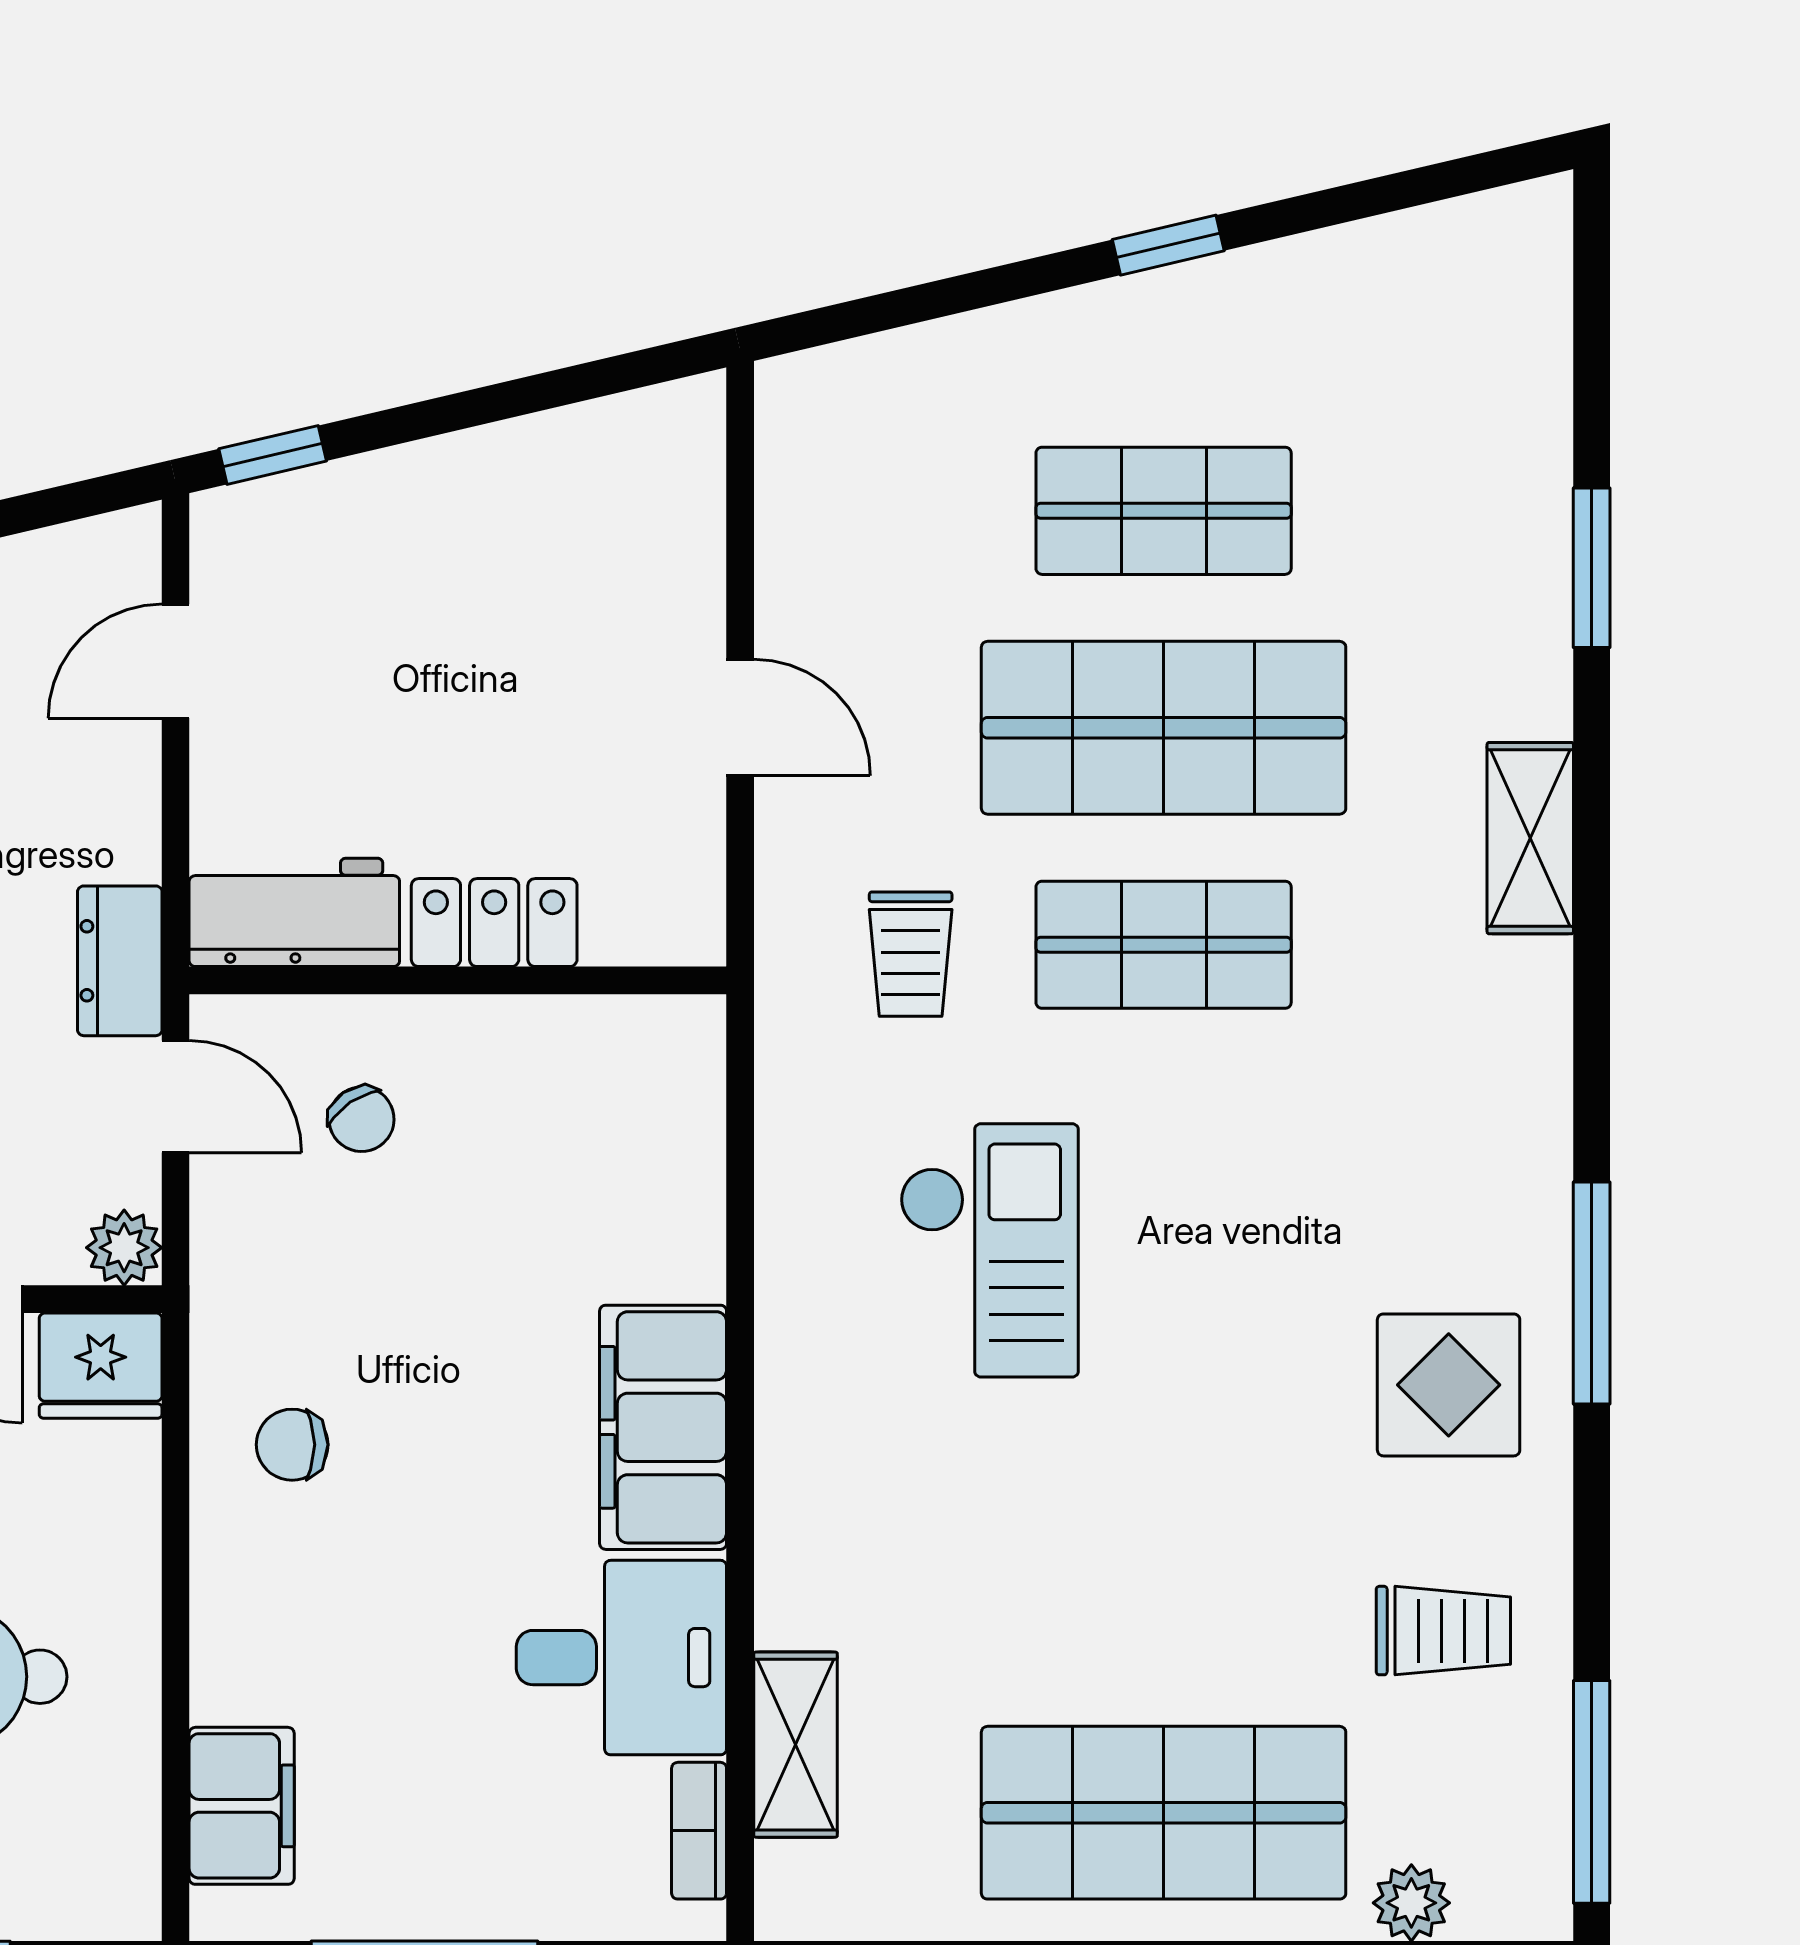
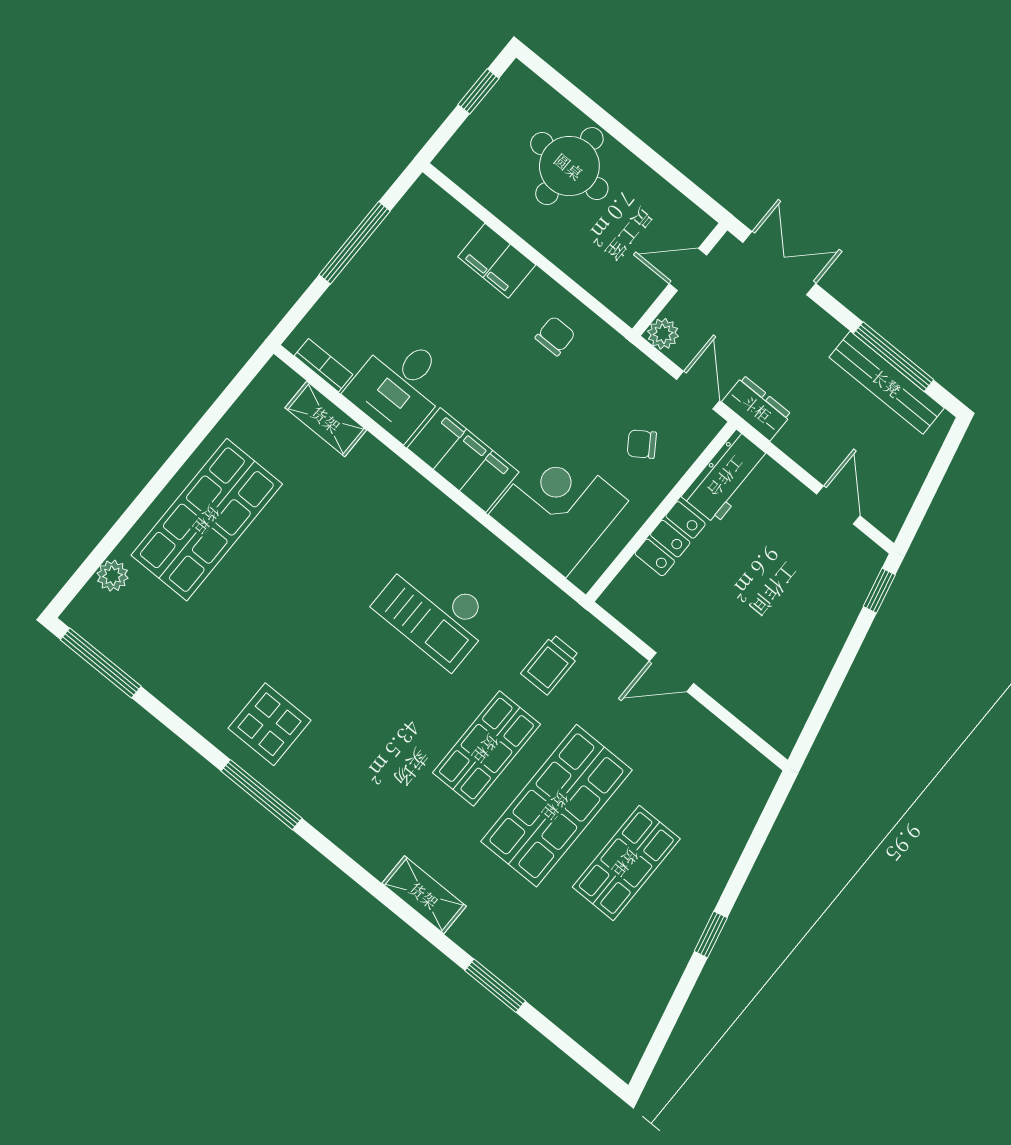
trolley: (911, 954) -> (550, 665), turned -90
door: (176, 1097) -> (698, 390), swing flipped
corner desk: (606, 1177) -> (558, 508), added
fridge: (101, 1366) -> (631, 295), removed
trolley: (1443, 1631) -> (192, 658), removed
filing cabinet: (242, 1806) -> (497, 261), moved

